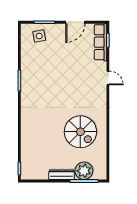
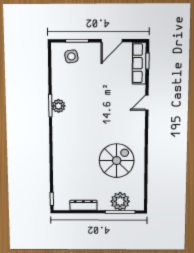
door: (108, 78) -> (147, 103), swing flipped
plant: (27, 81) -> (59, 106), added
spiral stairs: (80, 132) -> (117, 161), turned -90
dresser: (61, 175) -> (83, 205), moved

